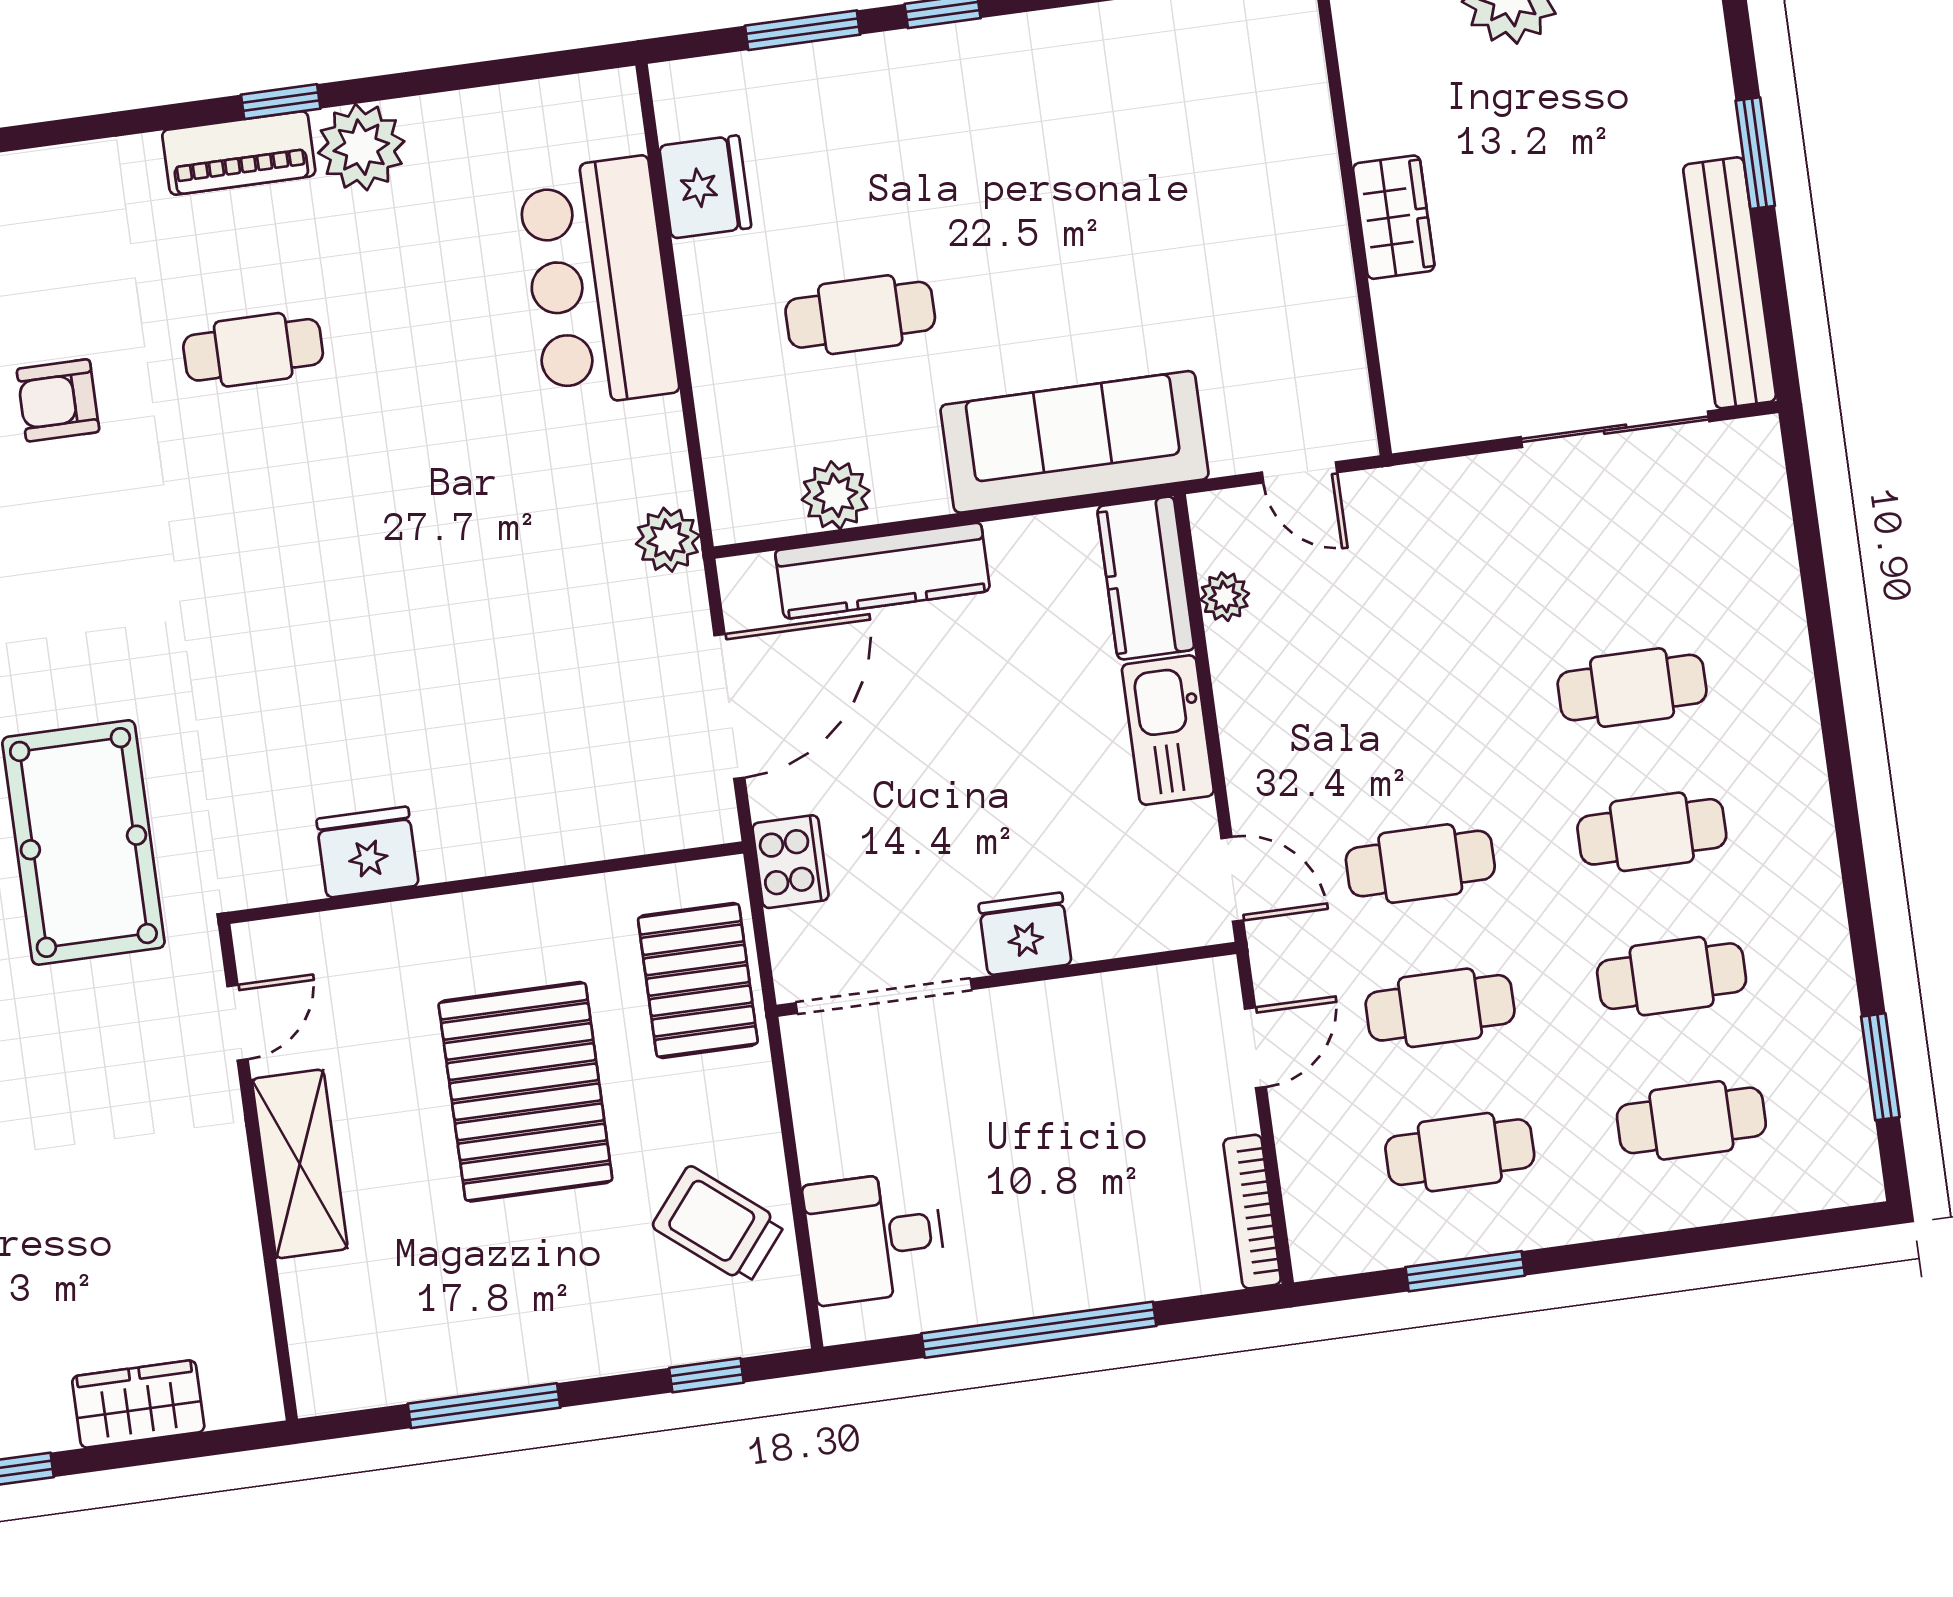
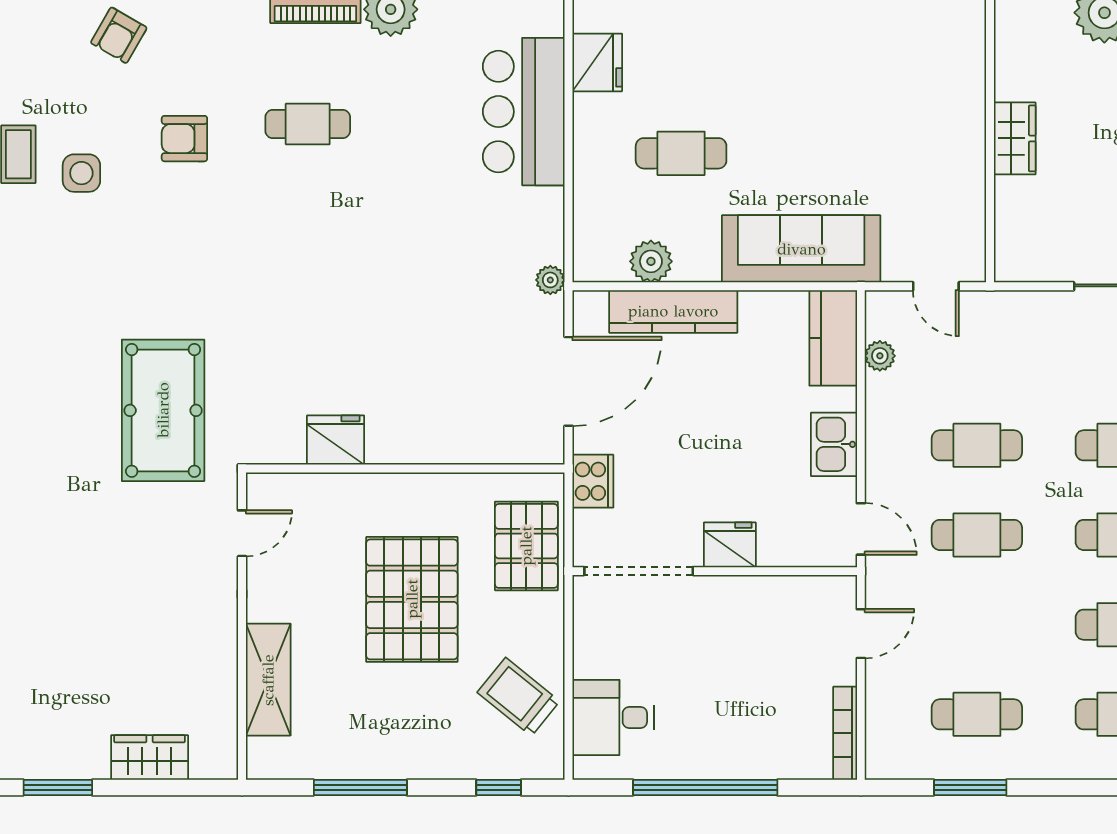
plant: (668, 540) -> (550, 280), width x0.73, depth x0.73
kitchen sink: (1168, 730) -> (834, 444), width x0.73
cafe table: (1440, 1008) -> (977, 445), moved
shelving: (300, 1164) -> (268, 680), moved

